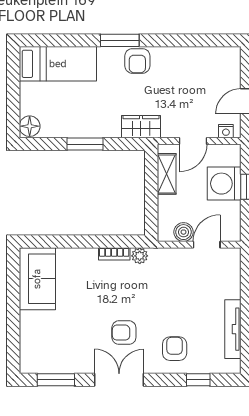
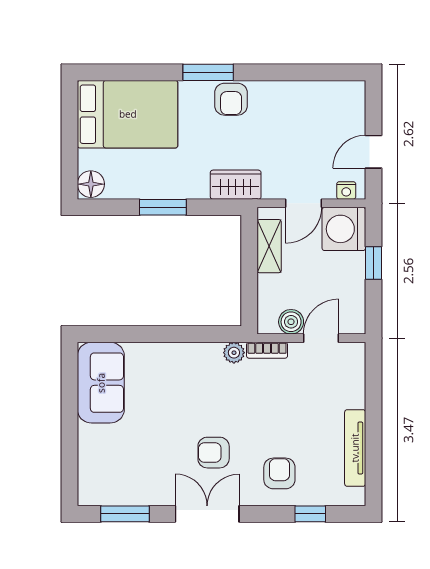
bed: (58, 64) -> (128, 114), width x1.50
washing machine: (224, 184) -> (344, 229), moved
bookcase: (114, 254) -> (267, 350), moved

